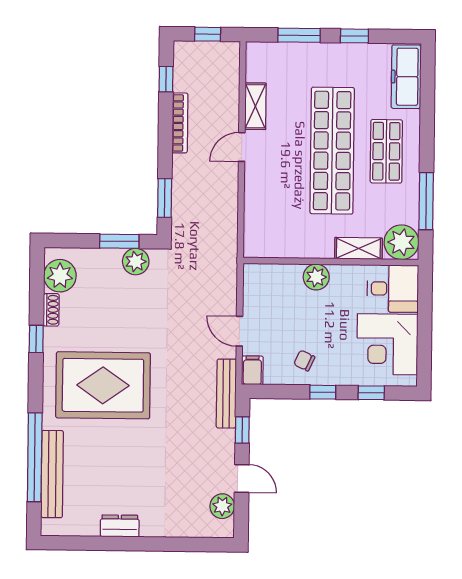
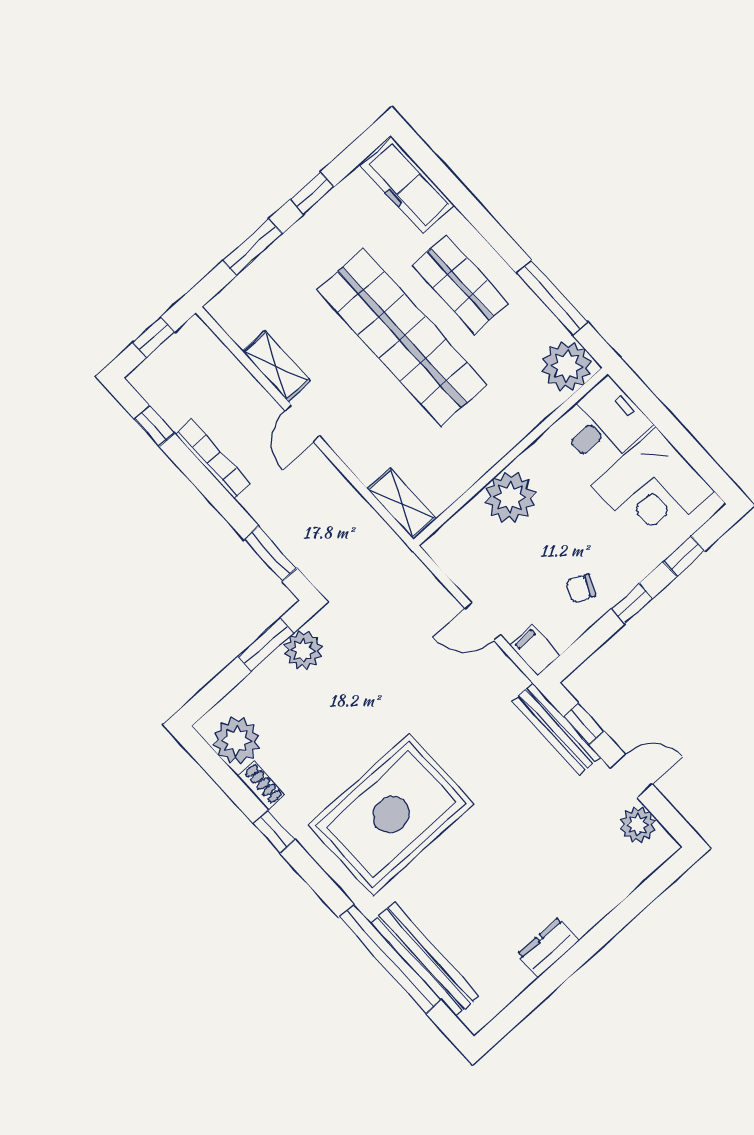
shelving: (358, 248) -> (402, 504), moved, turned 90
plant: (316, 277) -> (510, 497), width x1.36, depth x1.36
bench: (226, 394) -> (556, 729), moved

